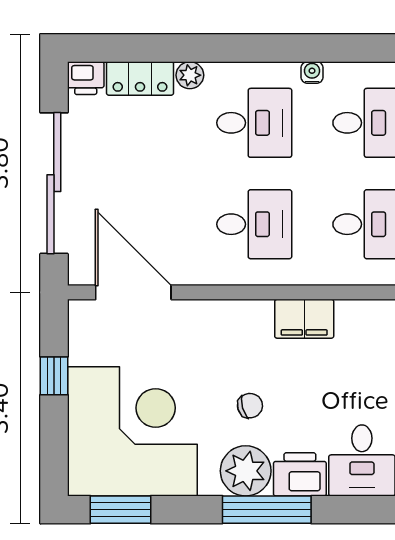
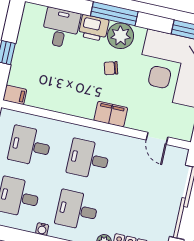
door: (133, 292) -> (157, 138), width x0.53
filing cabinet: (304, 319) -> (111, 114), moved

